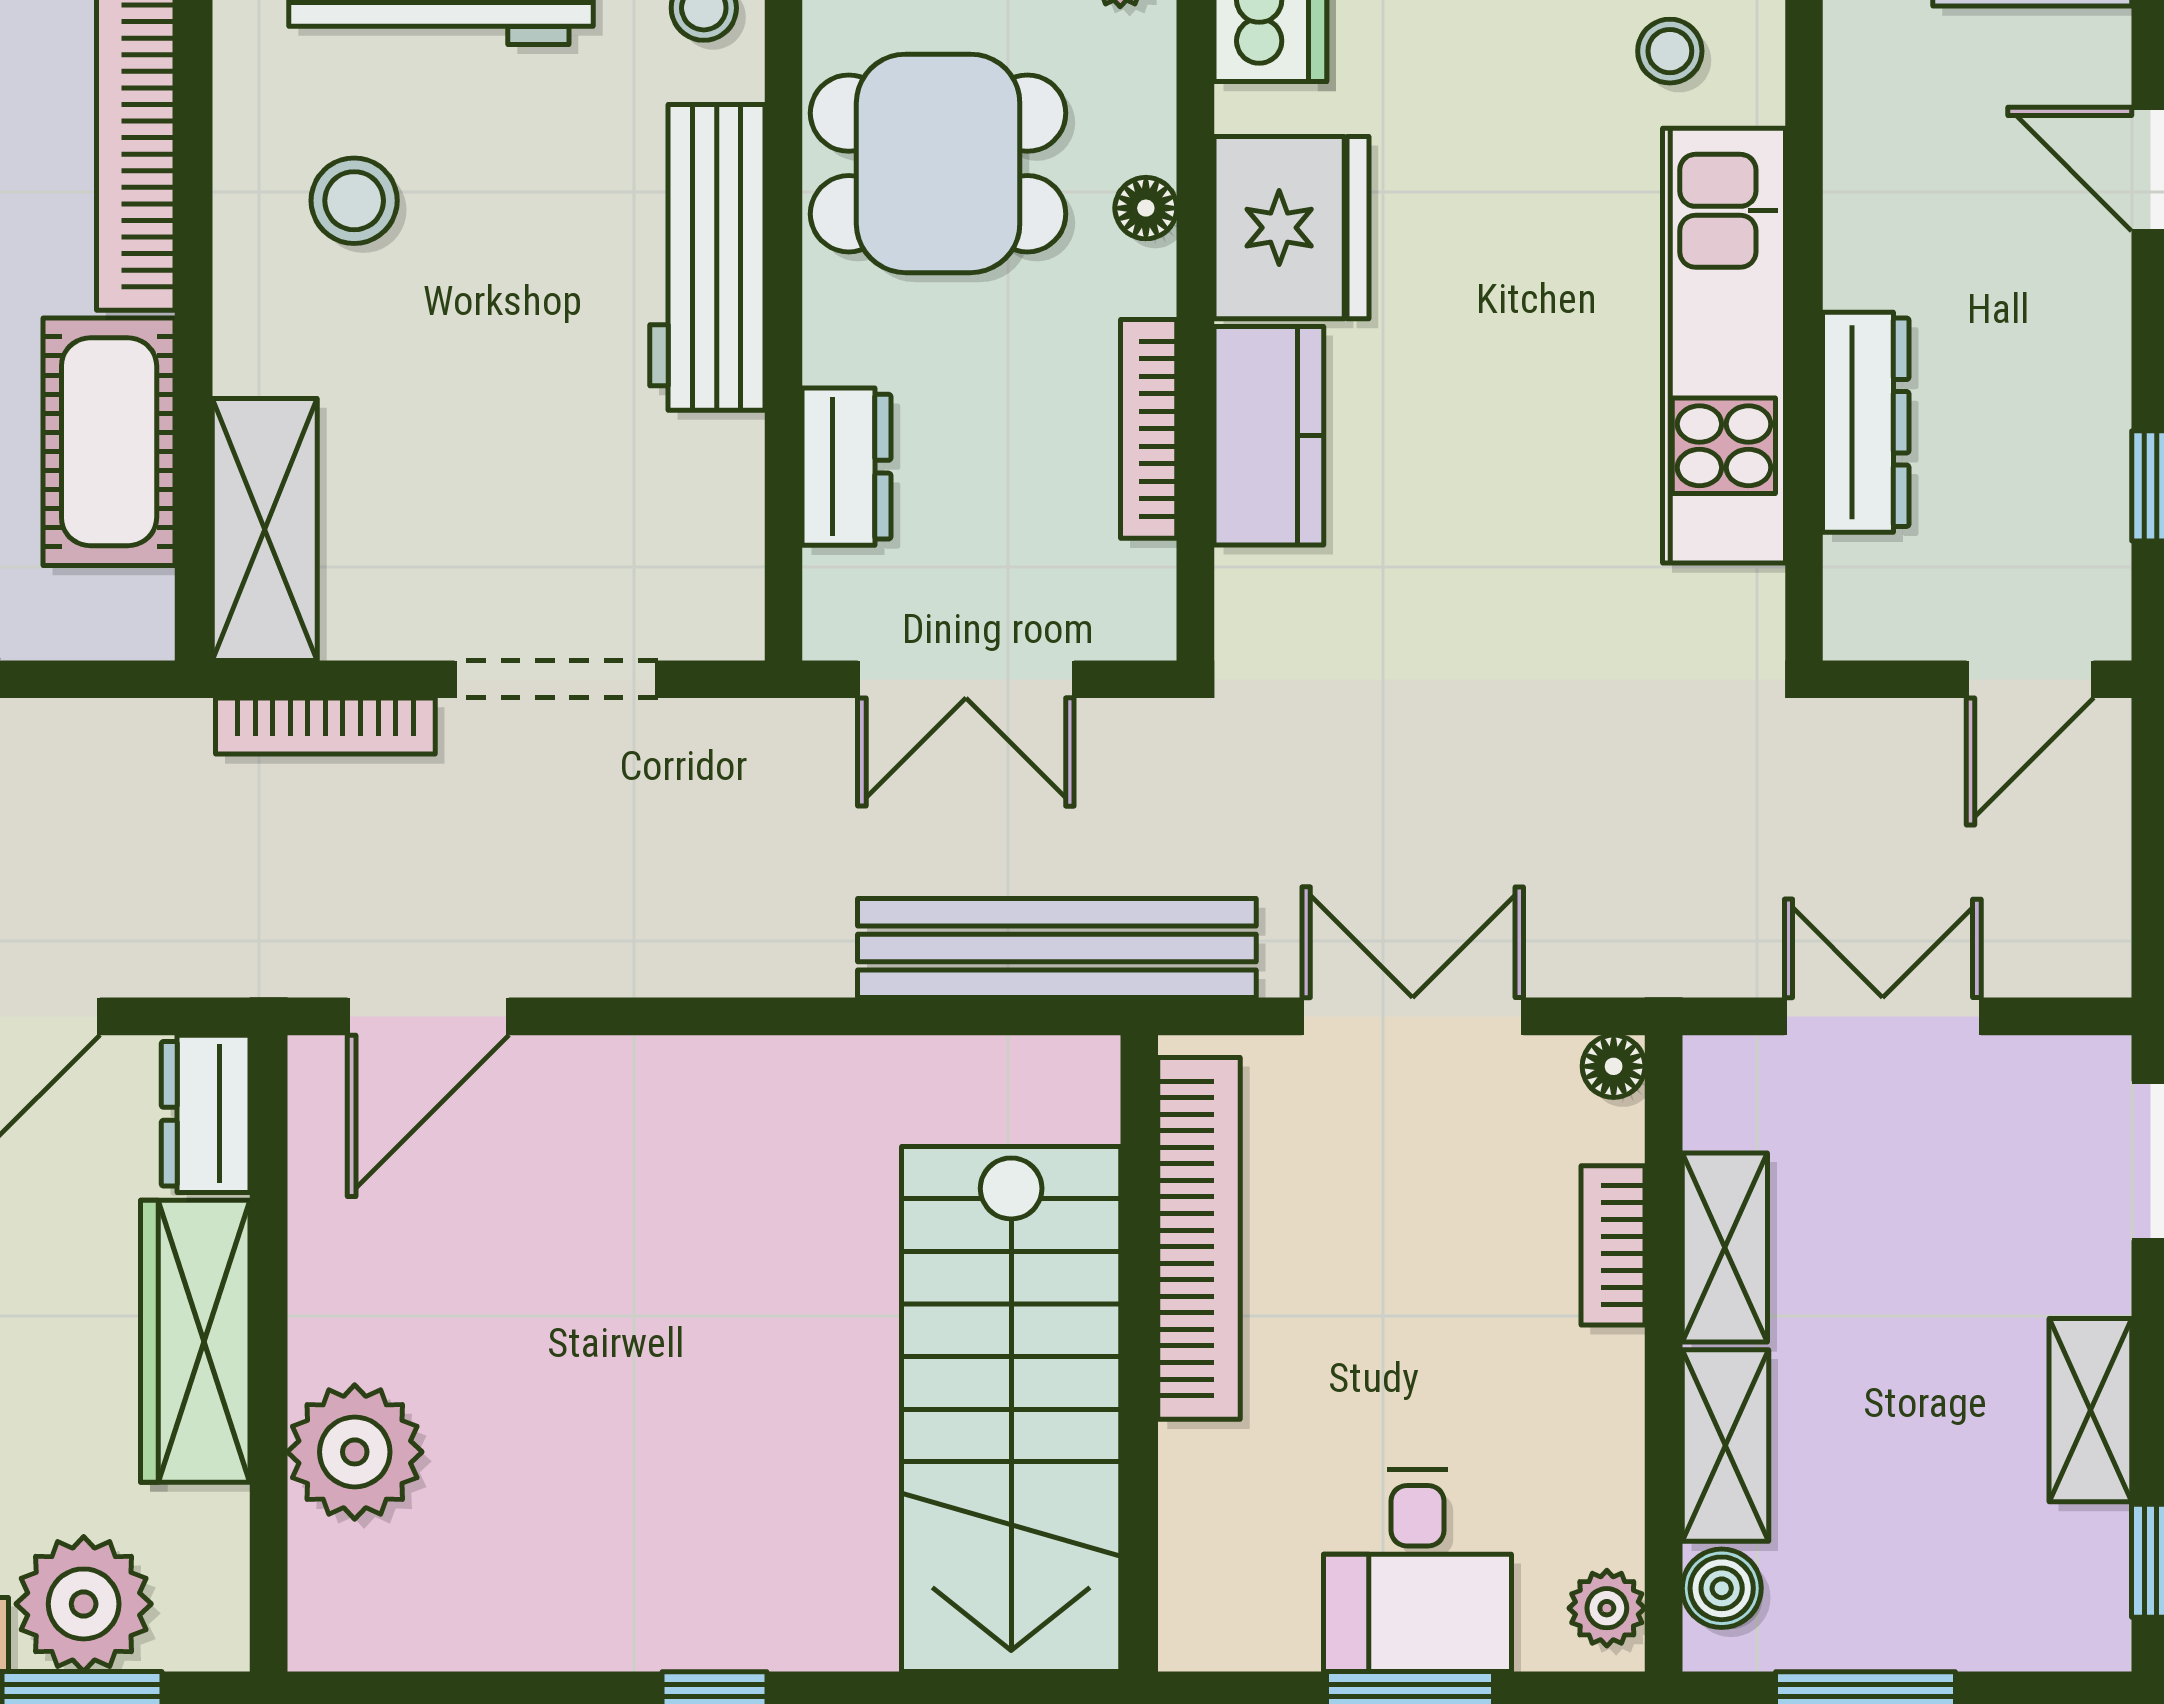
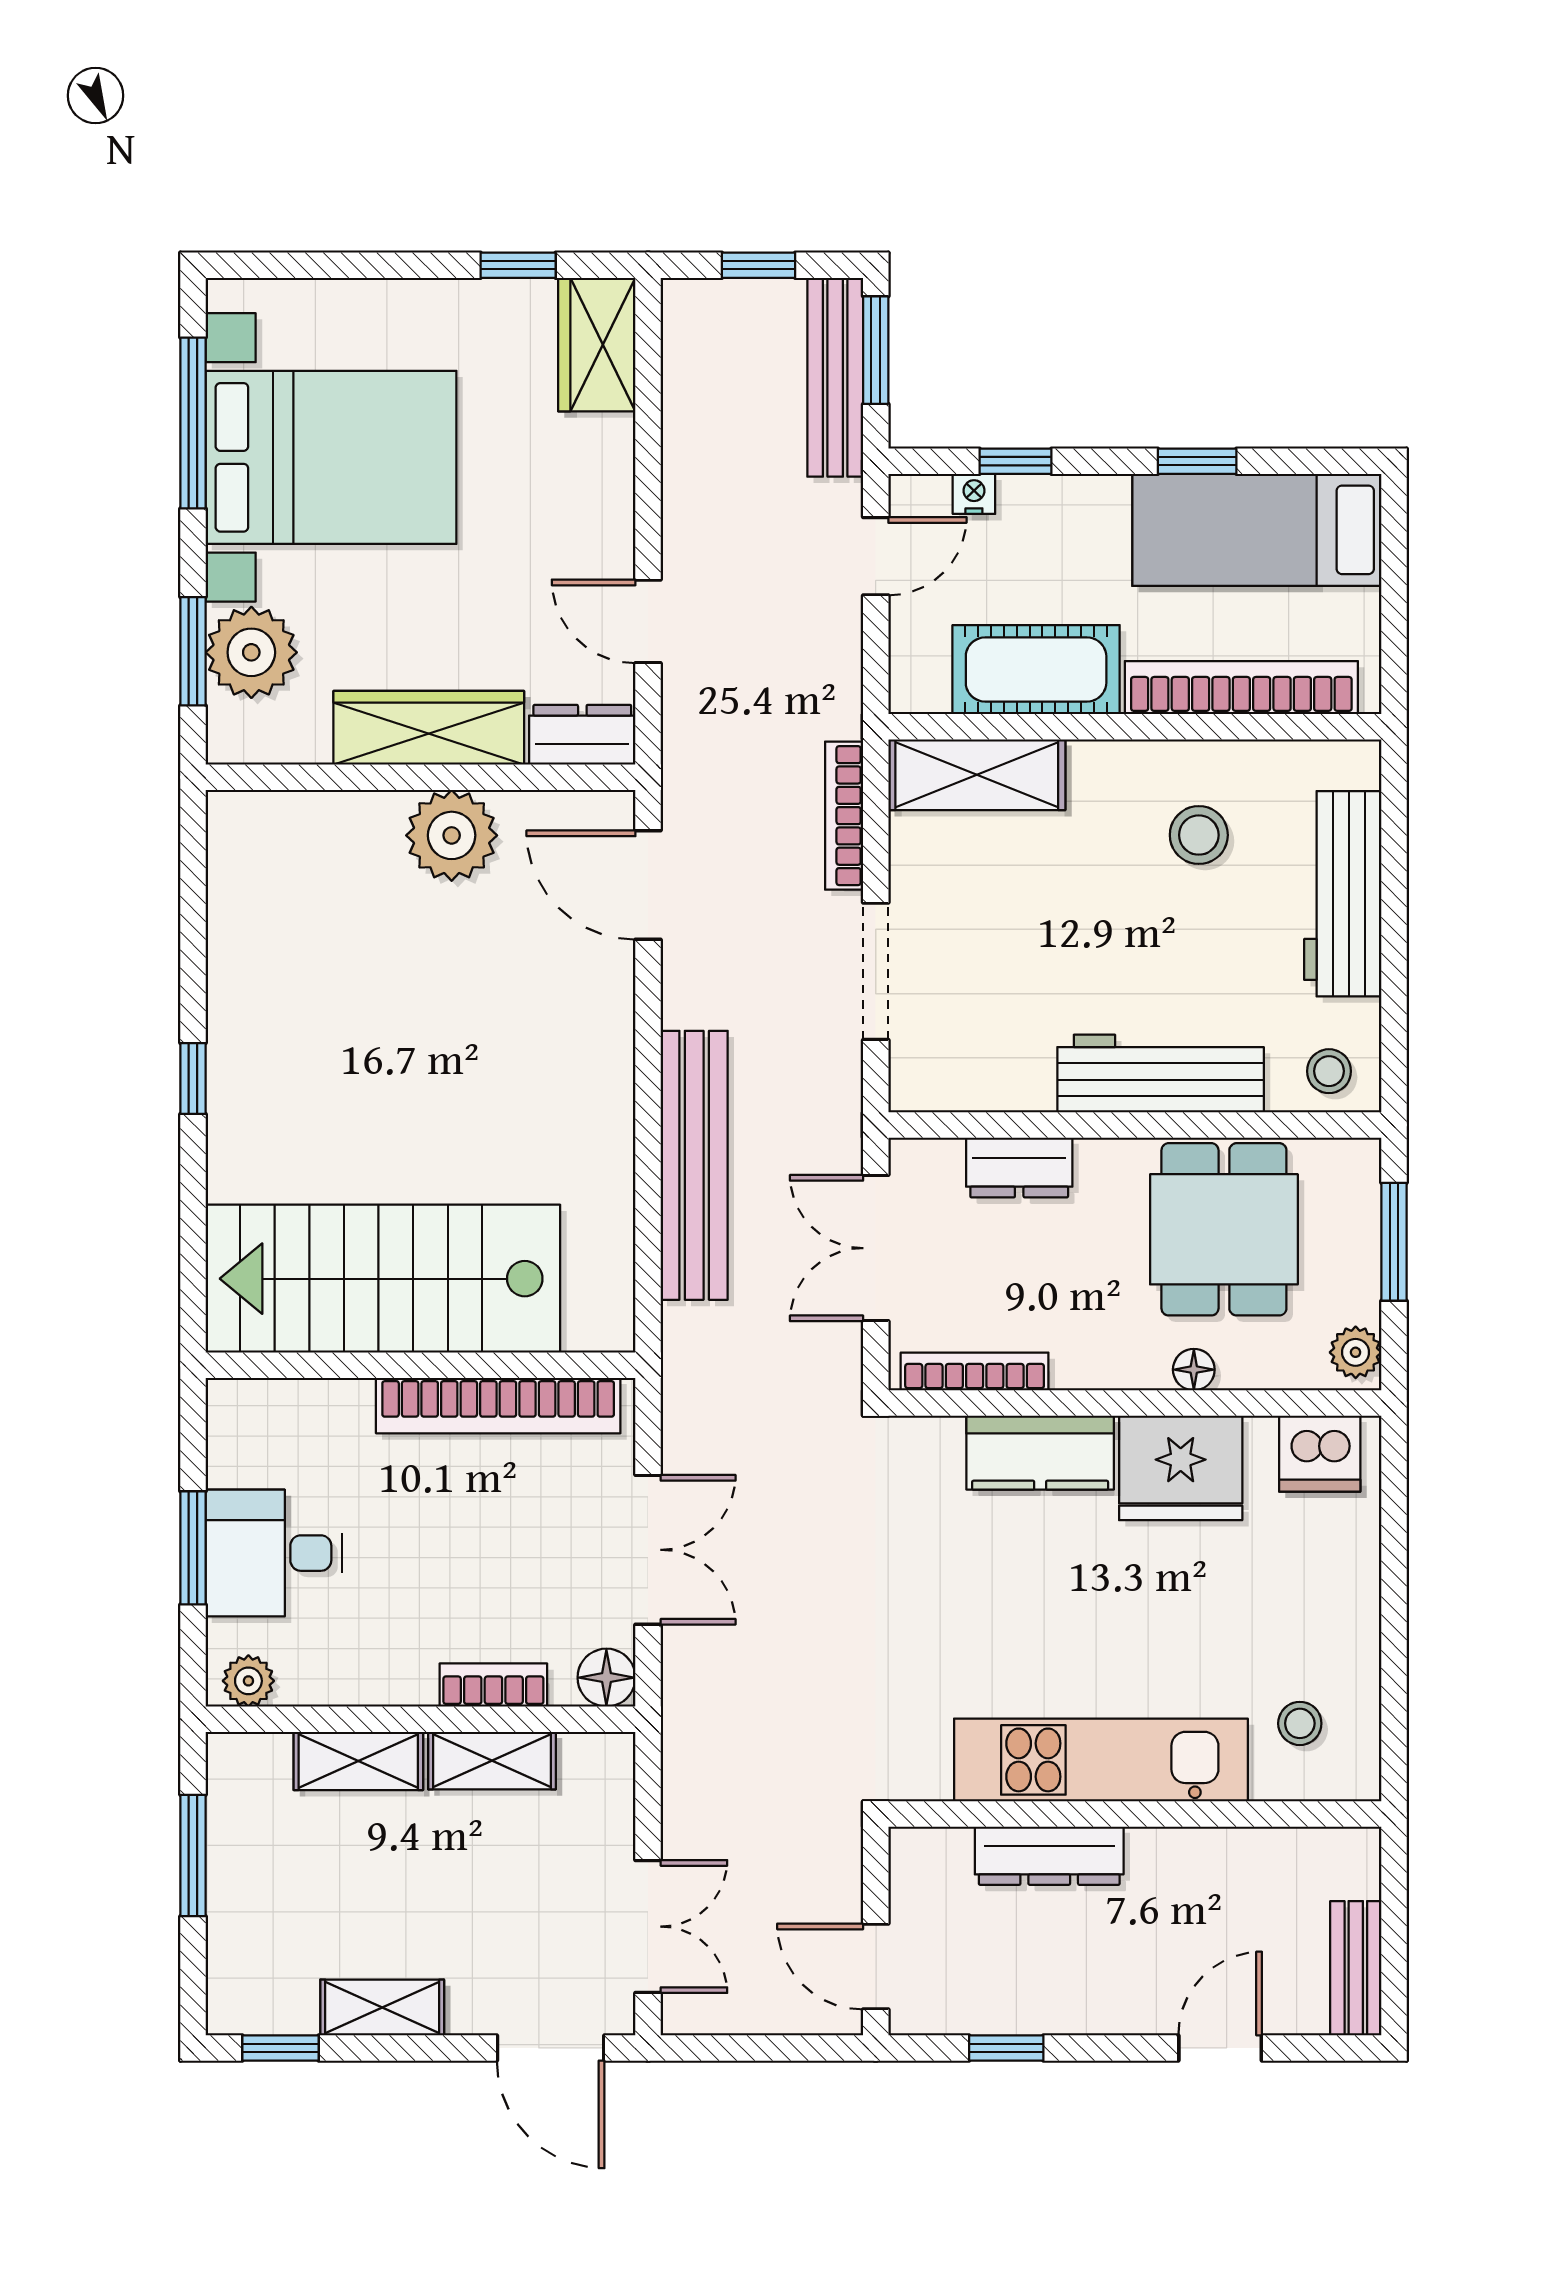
bookcase: (1149, 429) -> (975, 1372), moved
bench: (1057, 948) -> (694, 1165), moved
double door: (1883, 1016) -> (648, 1927), moved
floor lamp: (1614, 1066) -> (606, 1678), width x1.37, depth x1.37
plant: (355, 1452) -> (452, 835), moved
boiler: (1722, 1588) -> (262, 1758), removed

